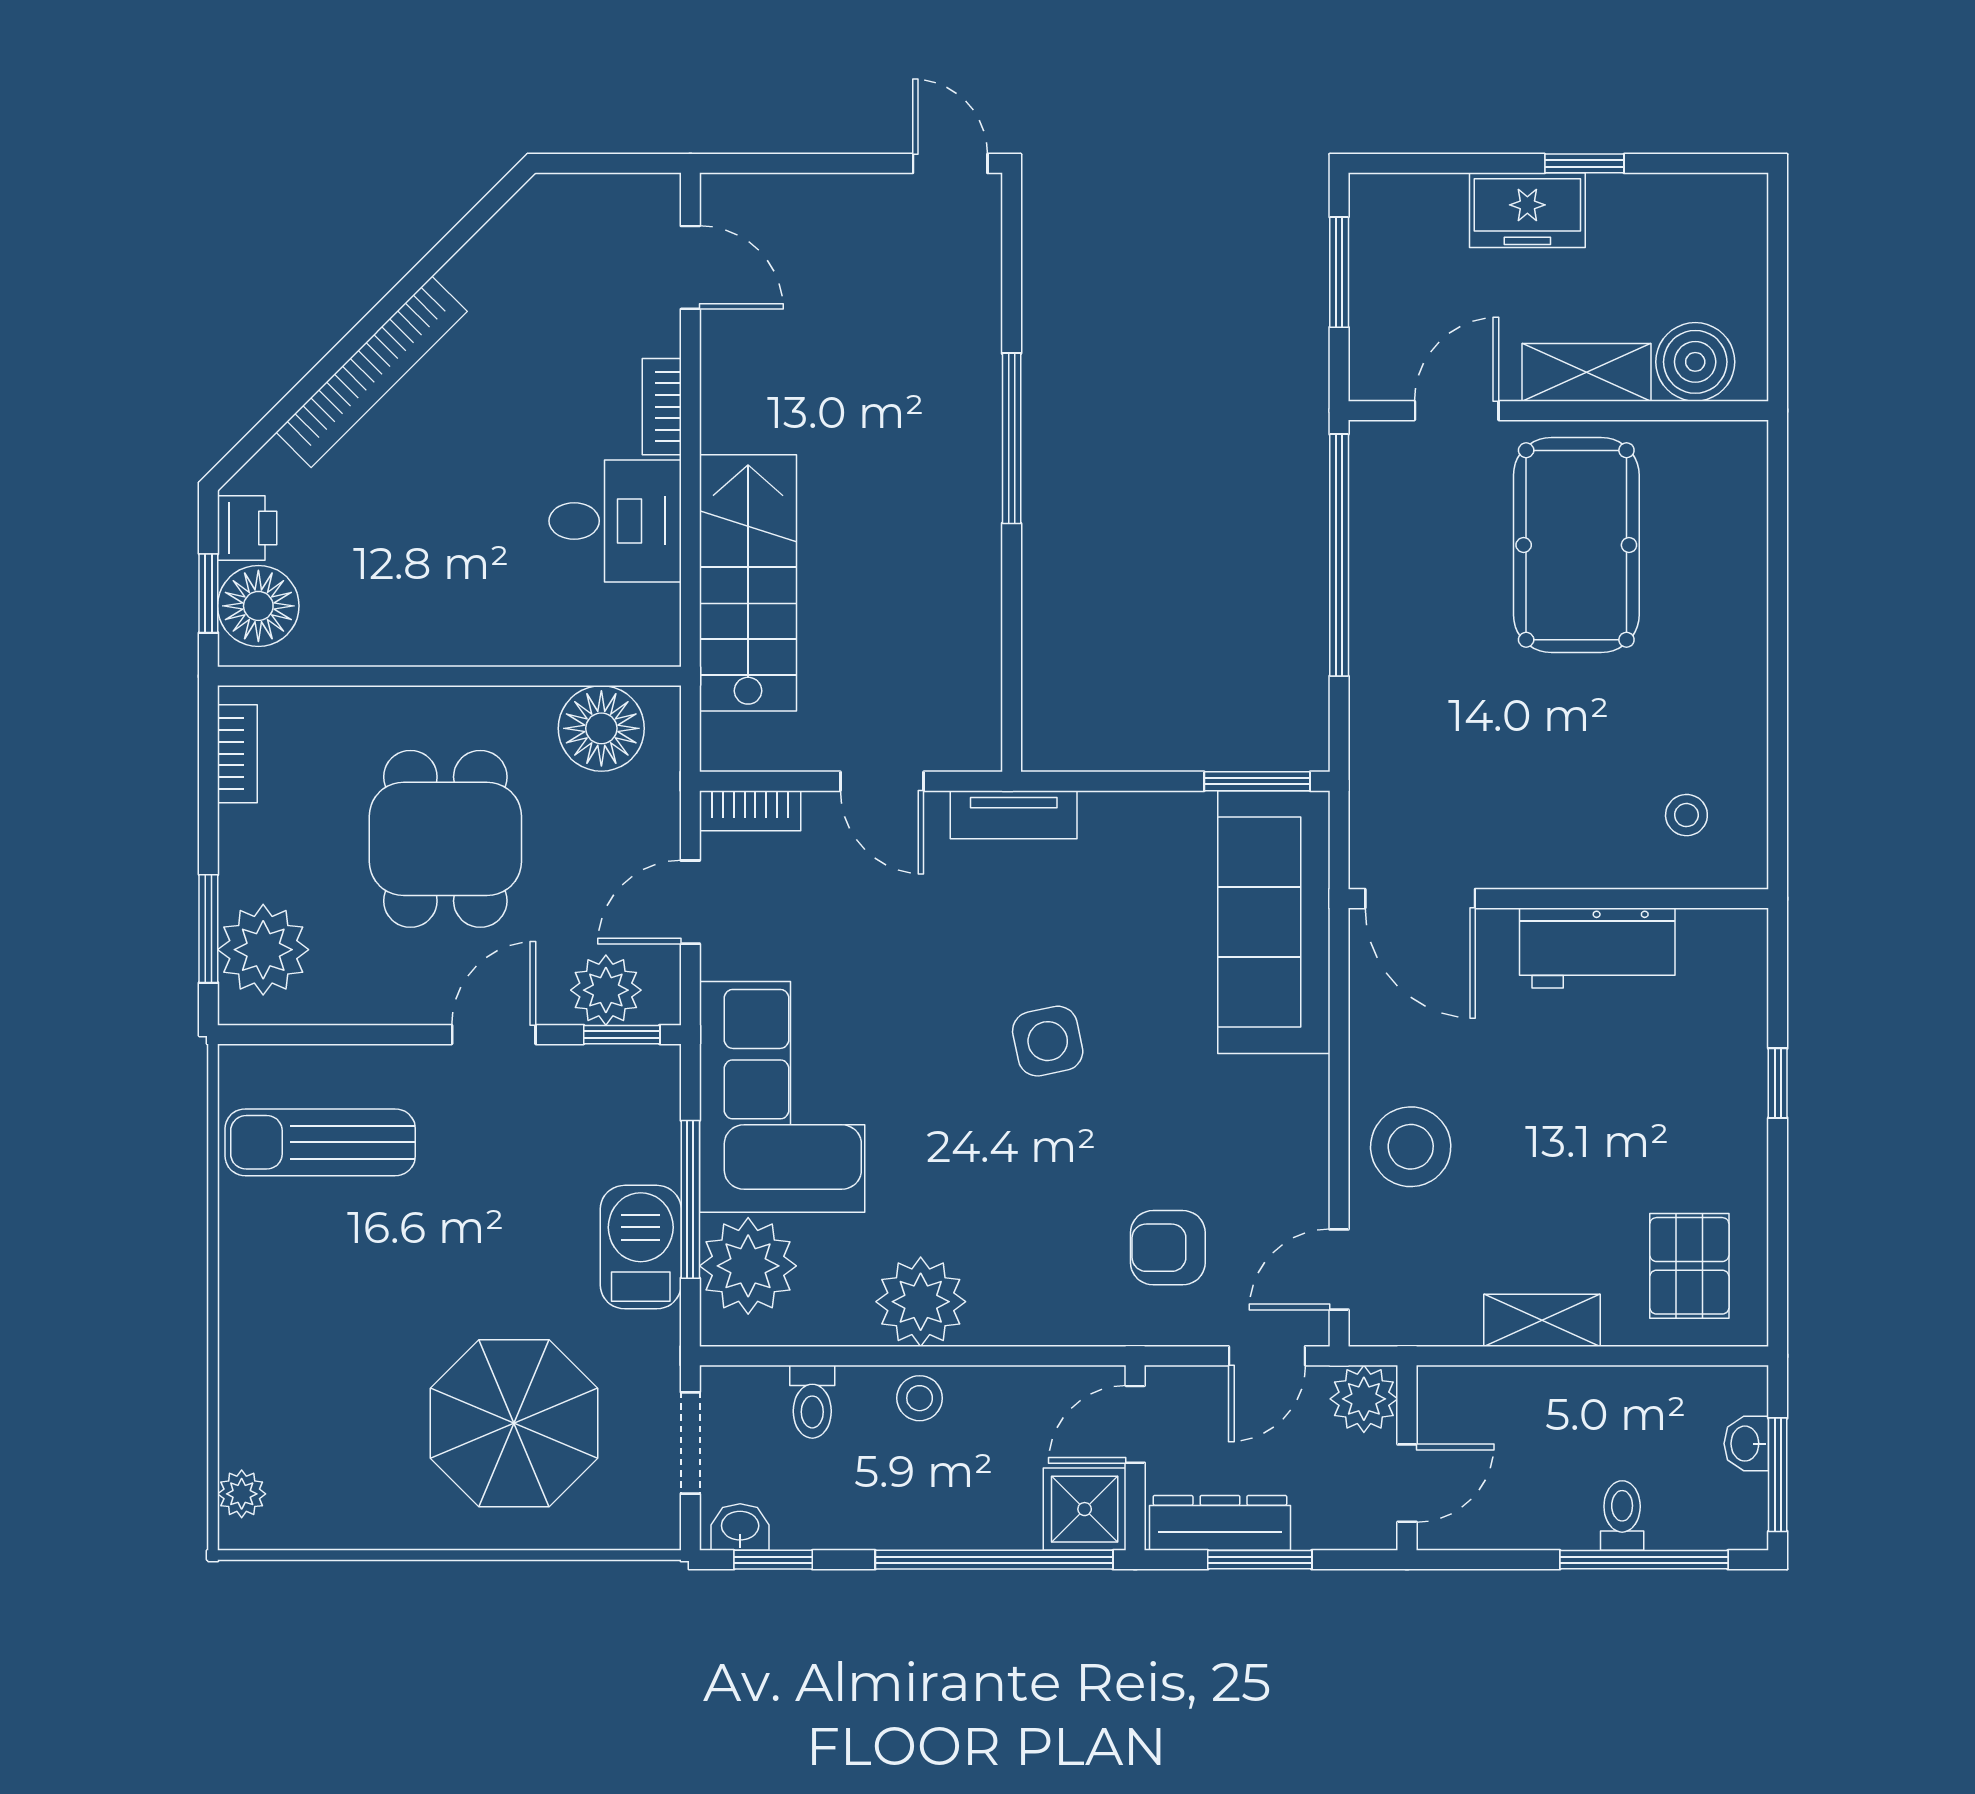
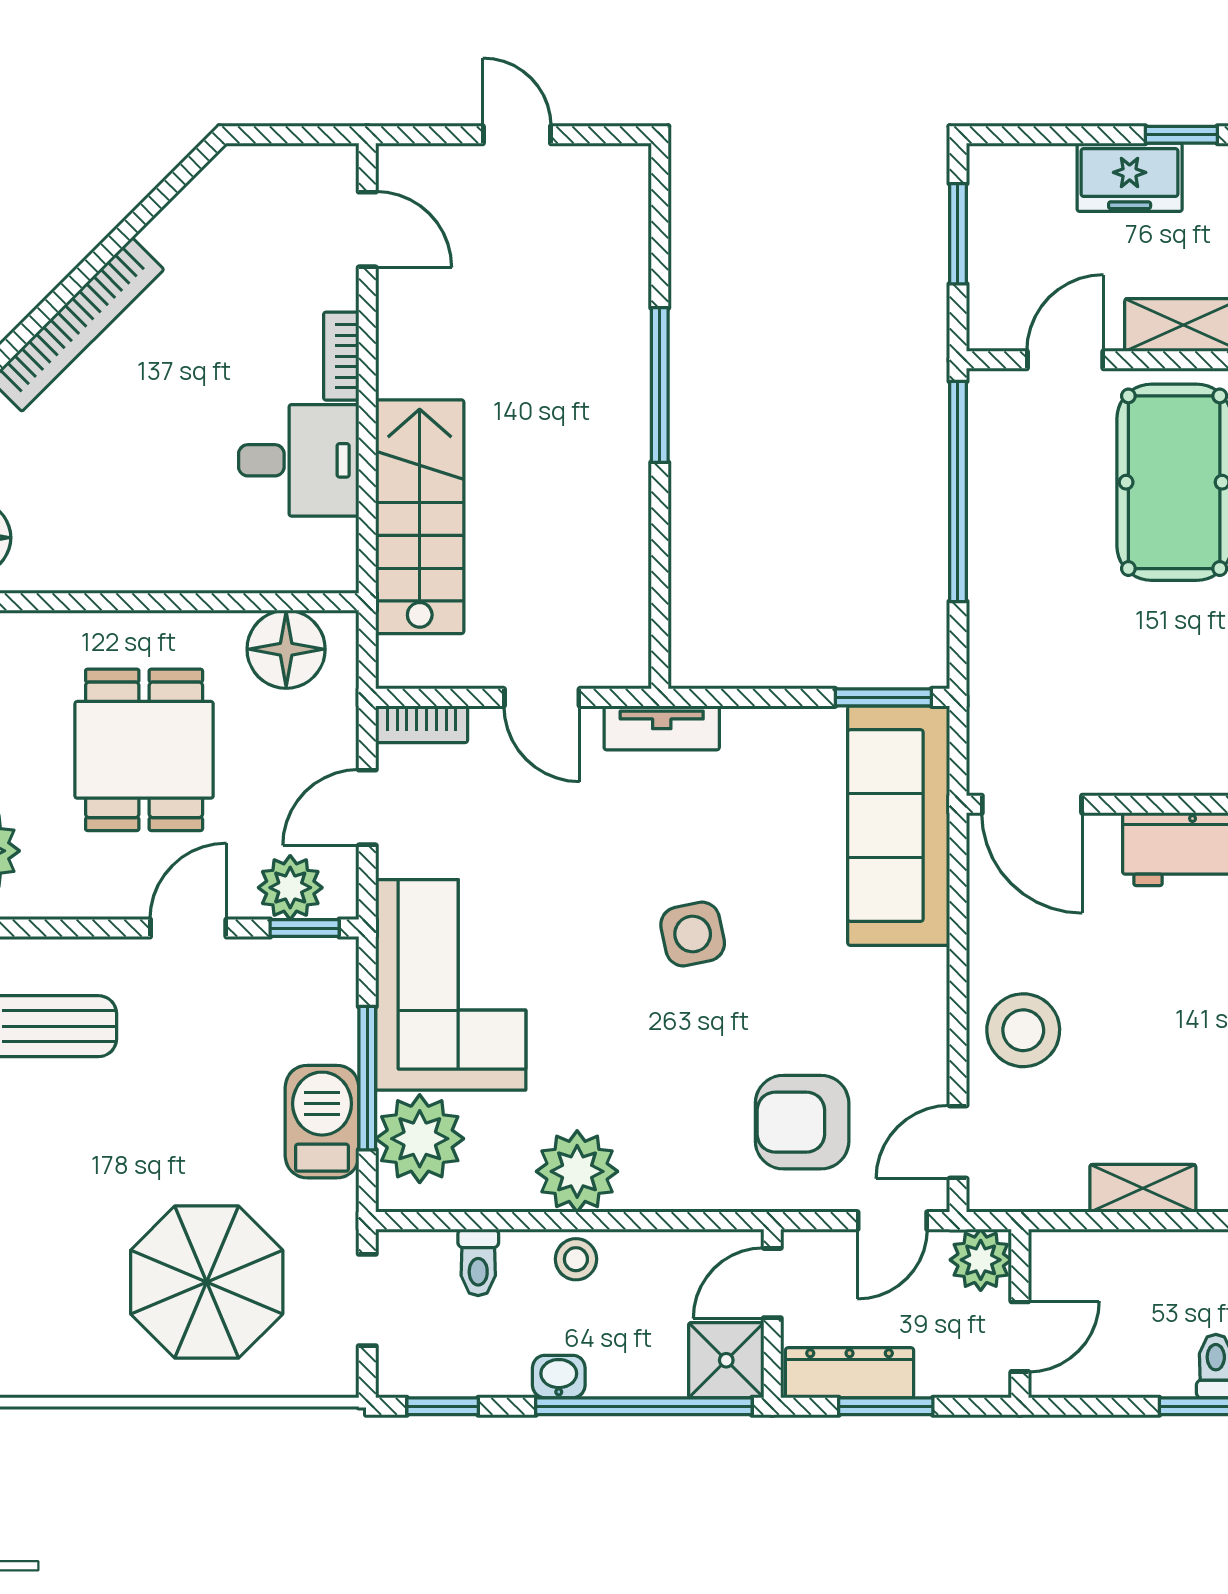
door: (950, 163) -> (517, 135), moved
armchair: (1168, 1248) -> (802, 1122), width x1.38, depth x1.38
washbasin: (740, 1527) -> (559, 1377), moved

